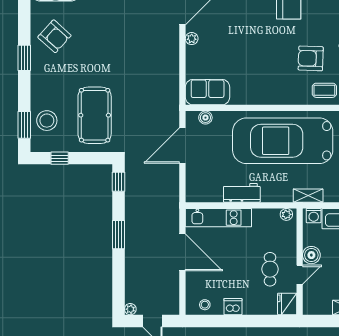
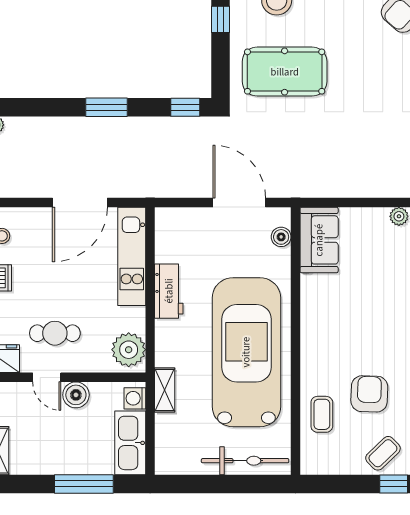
plant: (286, 214) -> (129, 350), width x1.87, depth x1.87

